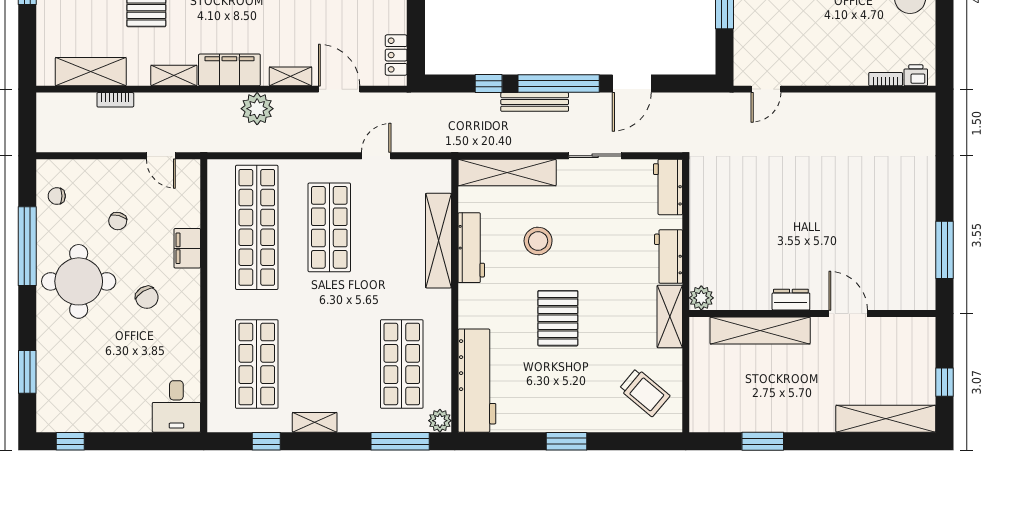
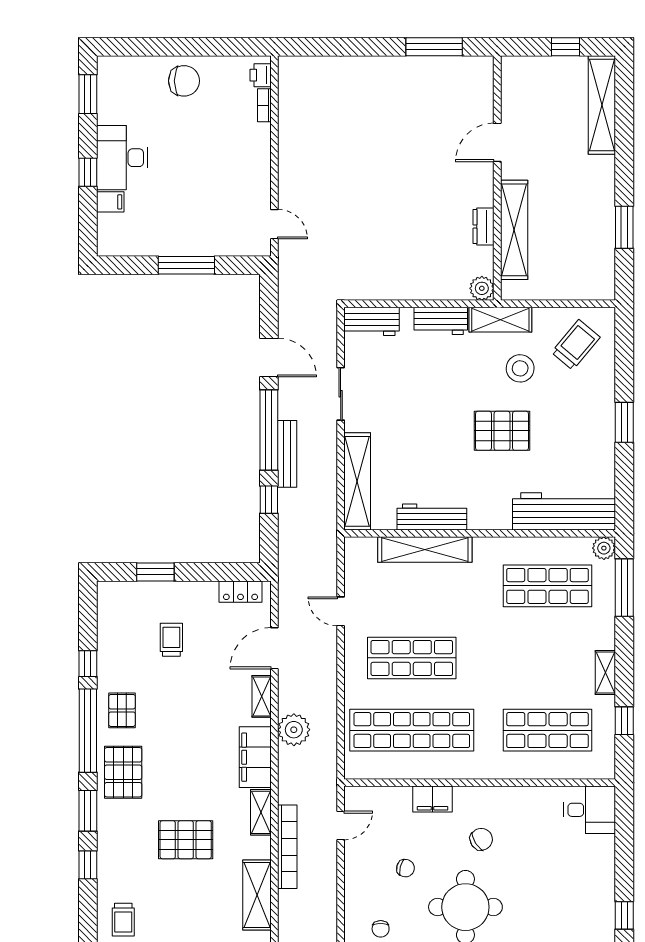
bookcase: (115, 100) -> (287, 847), width x2.31, depth x1.31
stool: (538, 241) -> (520, 368), moved
dresser: (791, 300) -> (483, 227), moved

